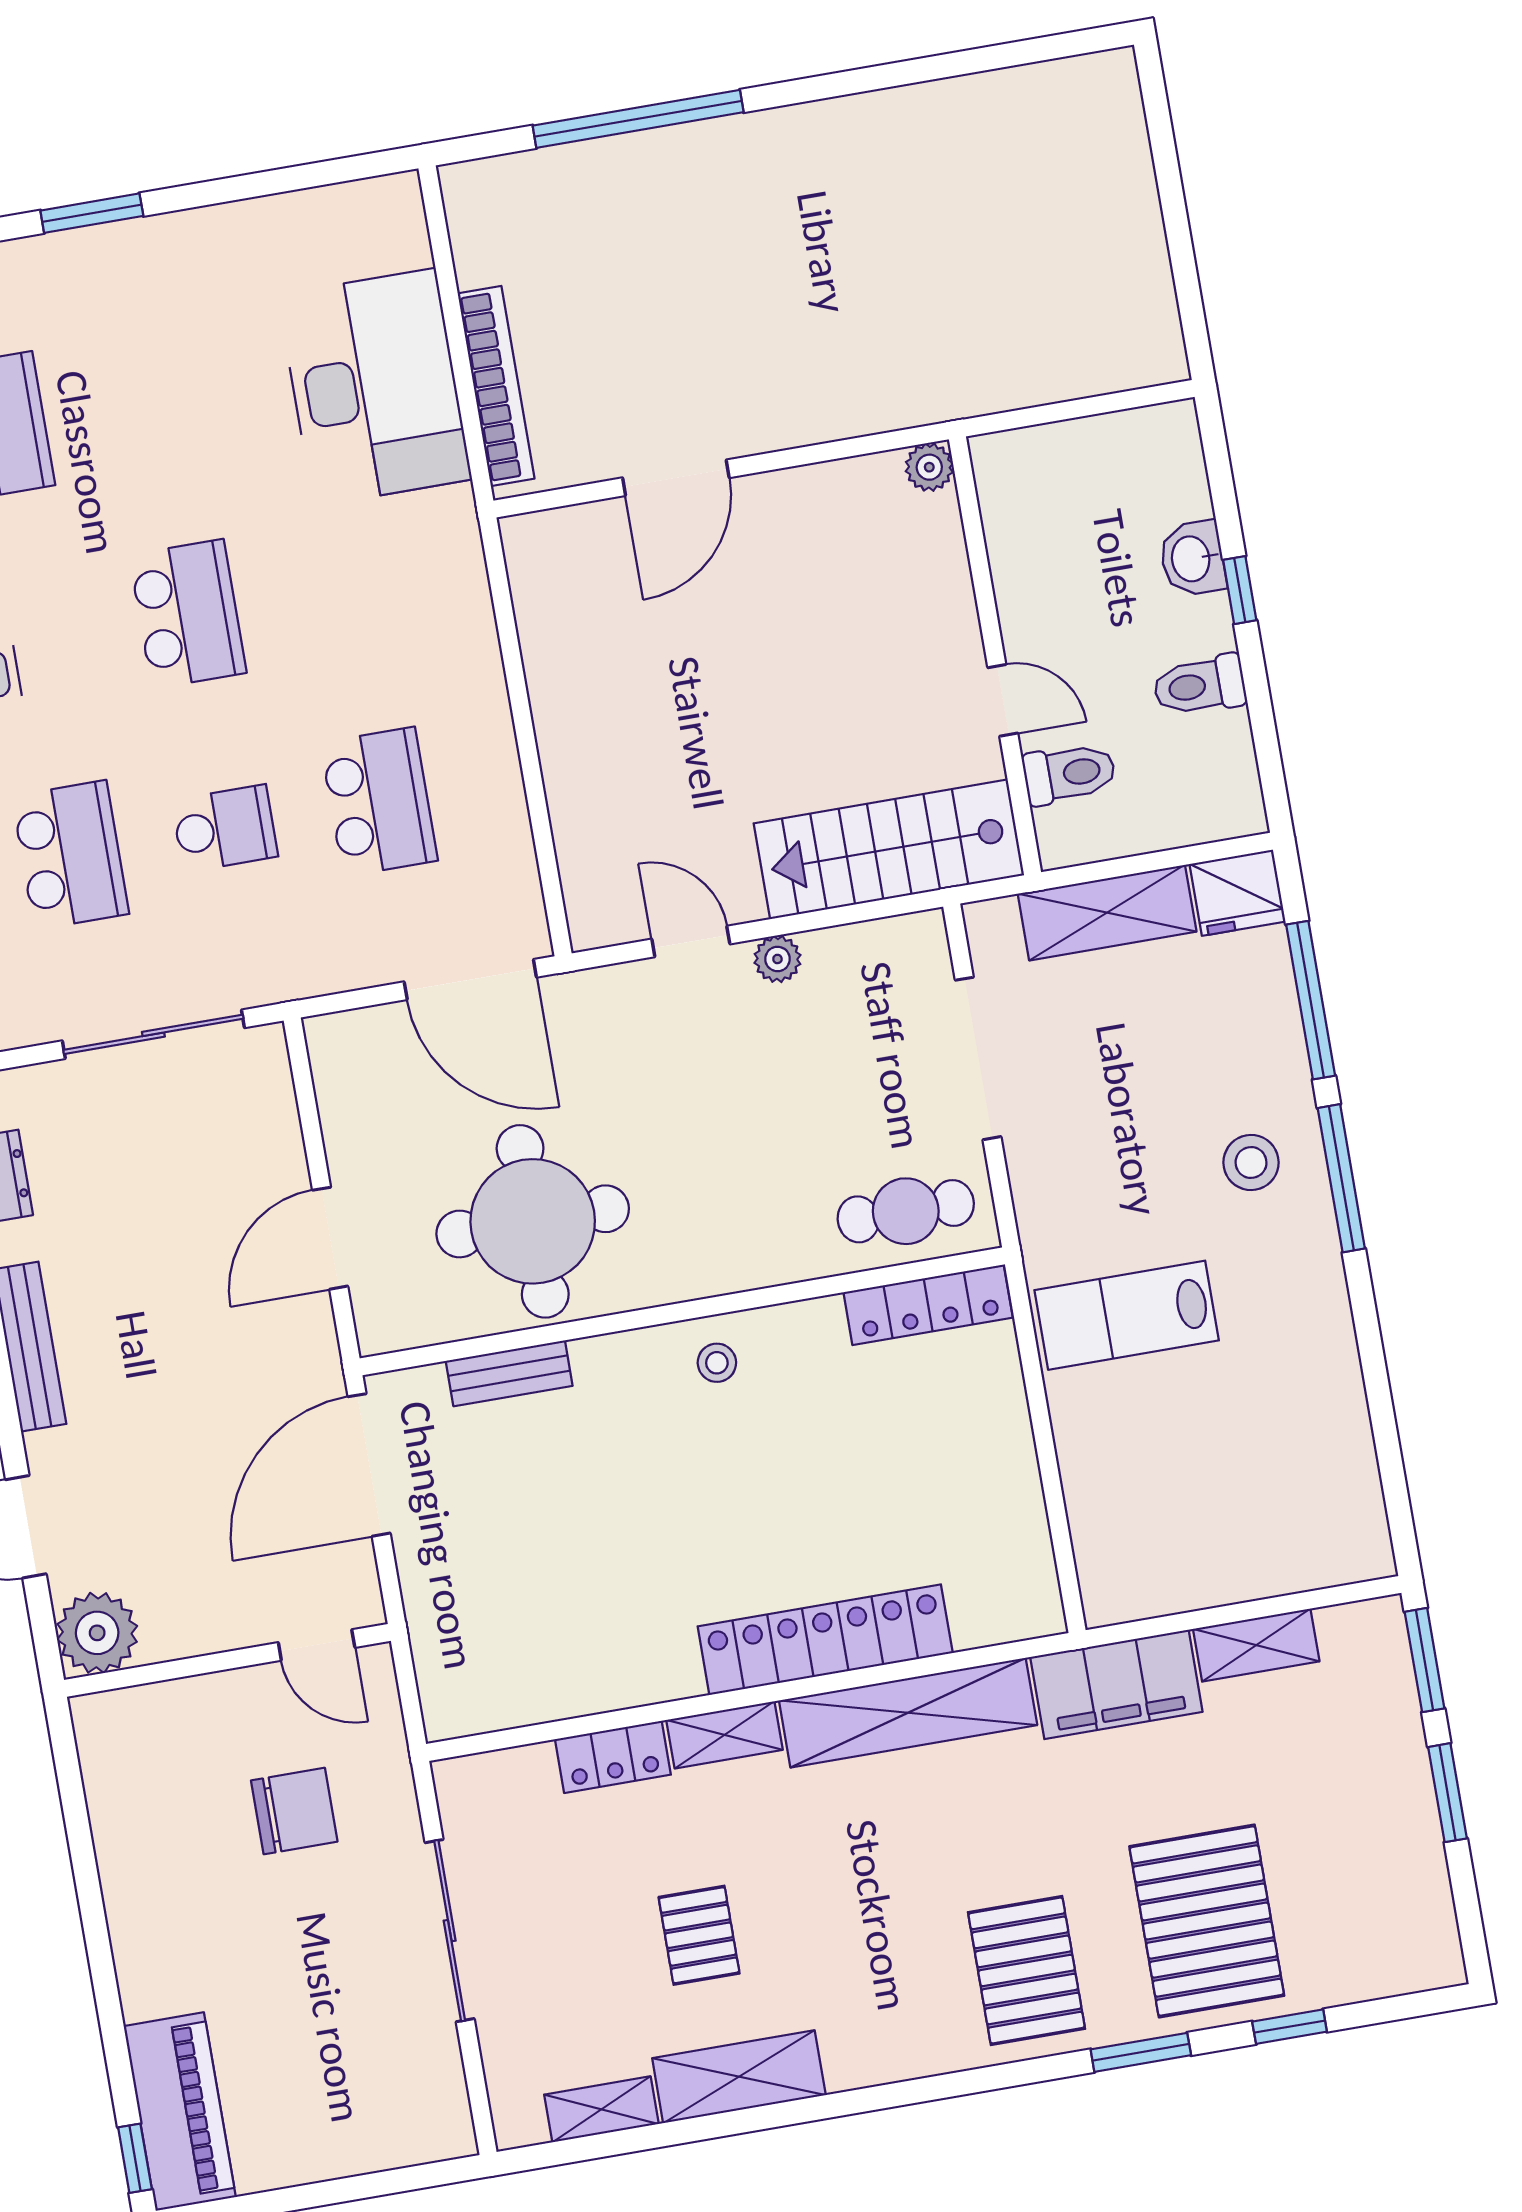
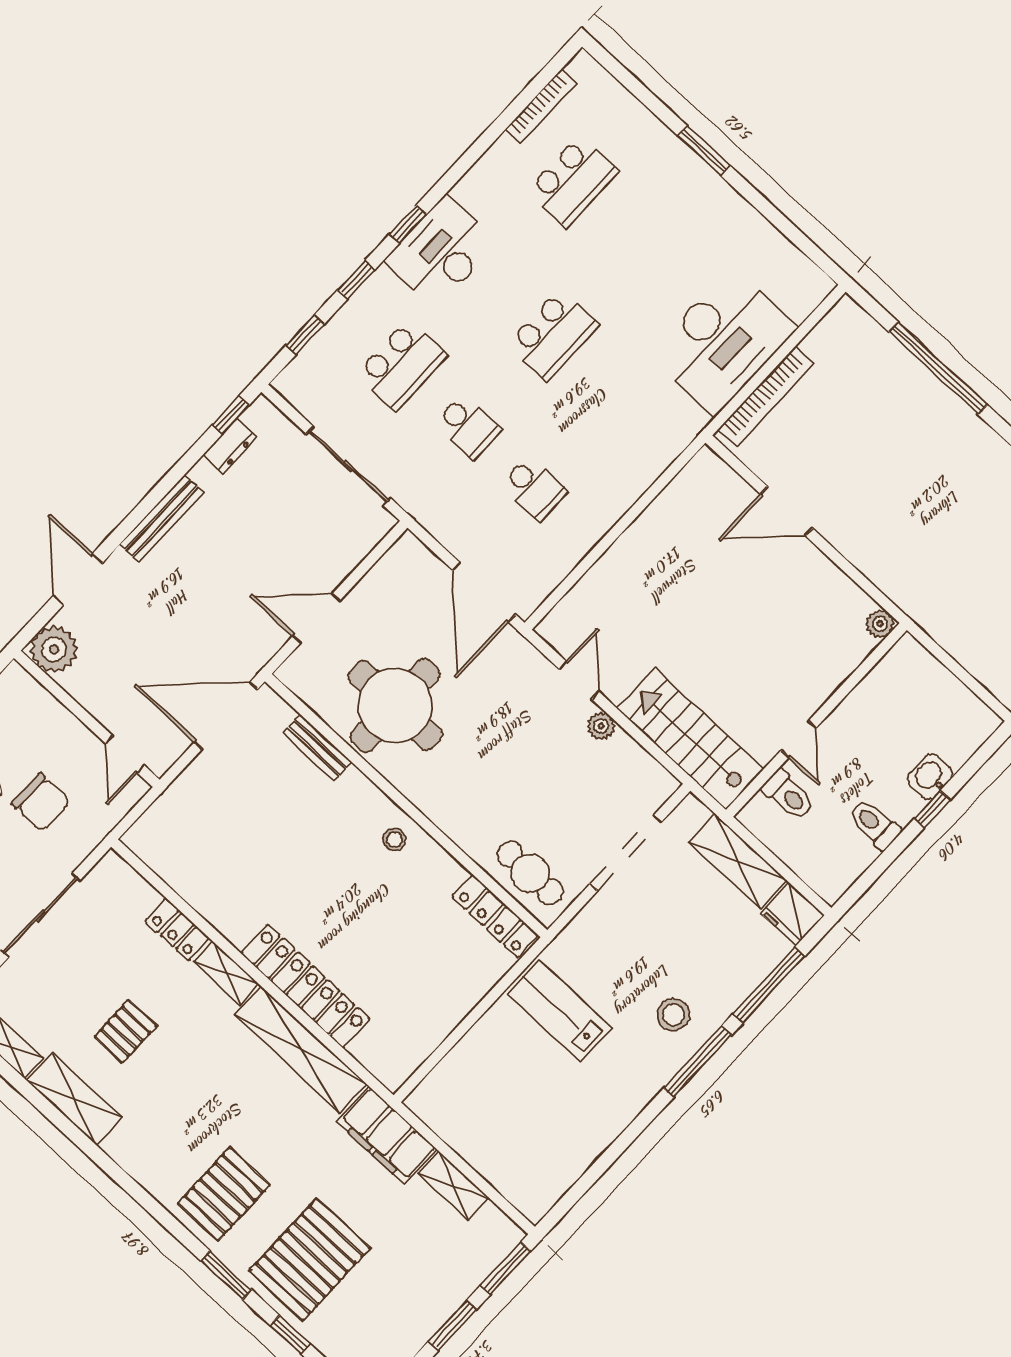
school desk: (379, 802) -> (534, 488), width x0.54

